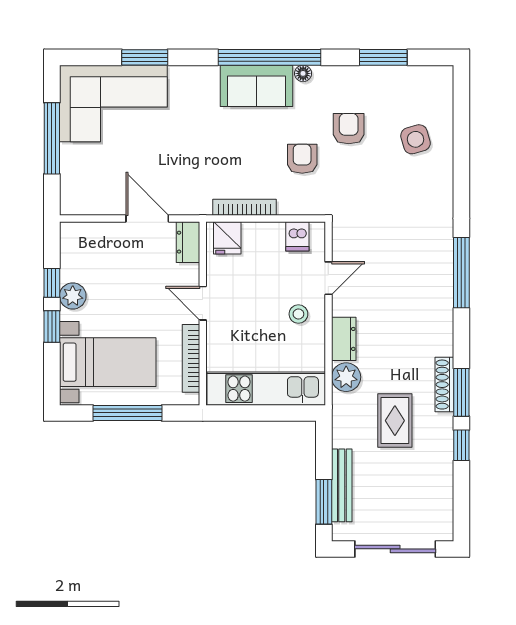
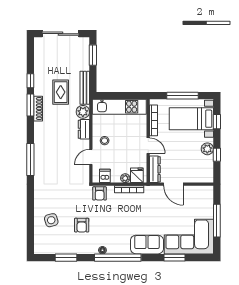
sofa: (257, 86) -> (147, 245), moved
armchair: (302, 159) -> (100, 193), moved
plant: (253, 232) -> (125, 178), added
dresser: (188, 242) -> (155, 169), width x1.44
window: (52, 327) -> (217, 122), moved
bench: (342, 485) -> (85, 88), moved

